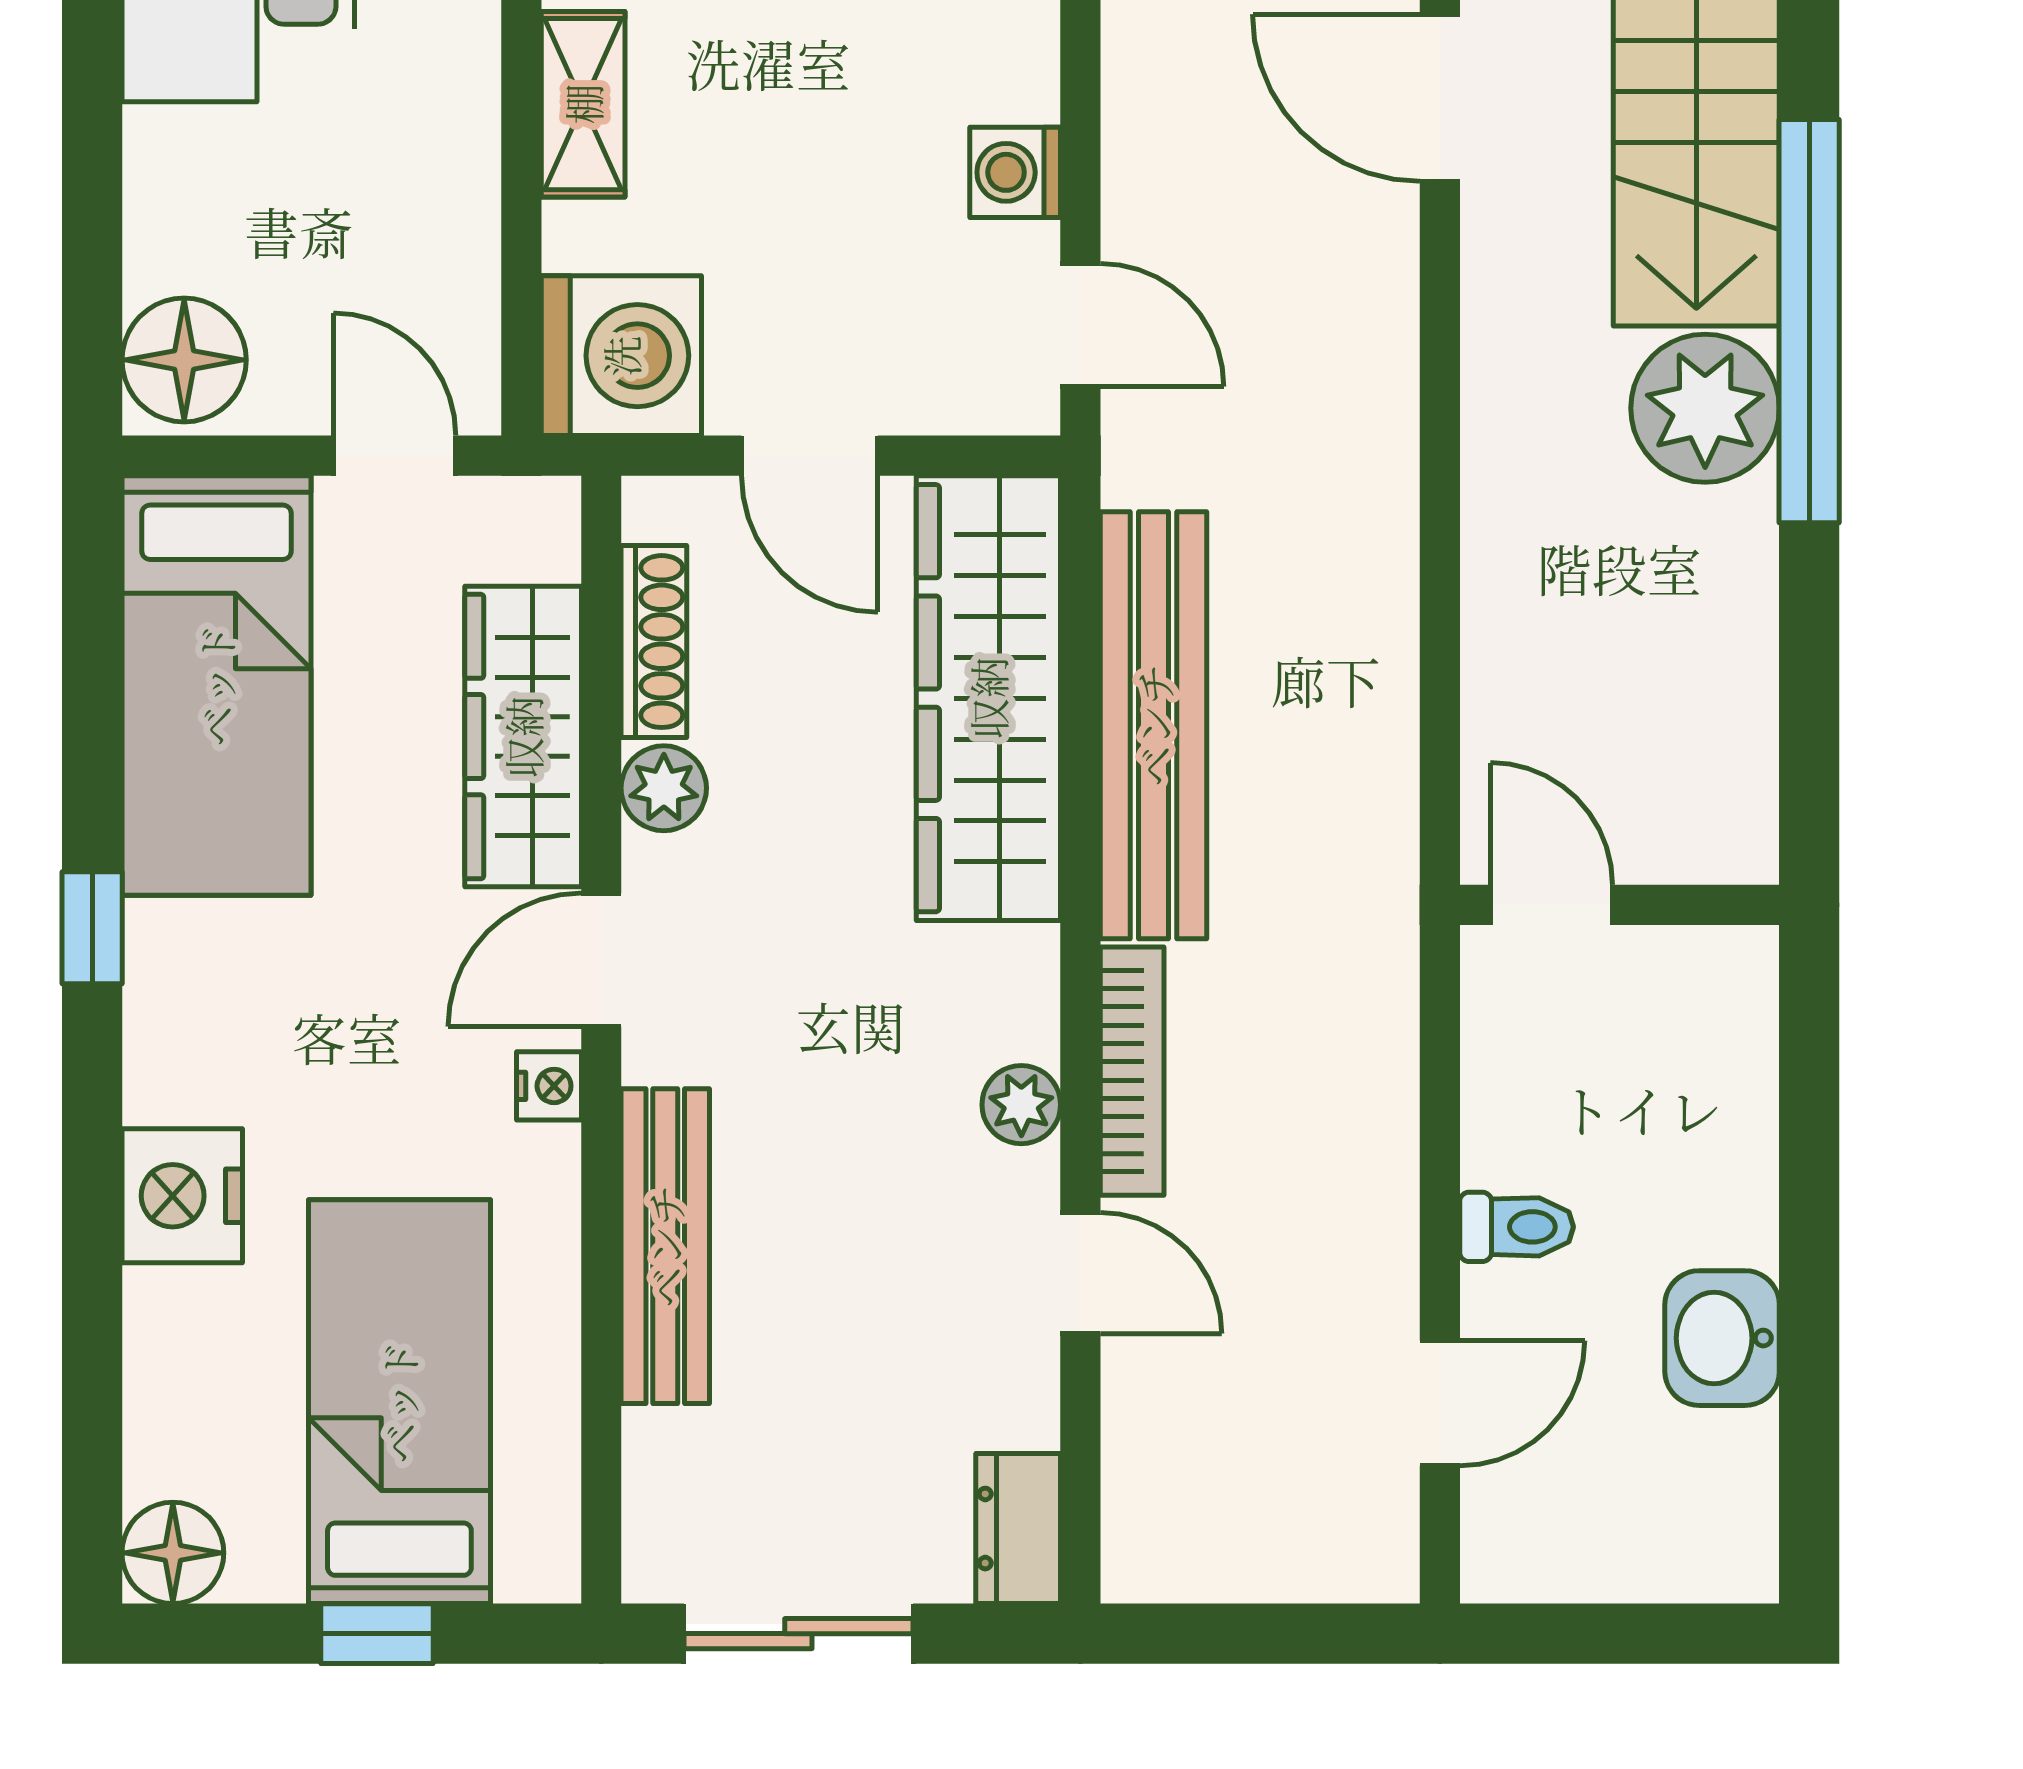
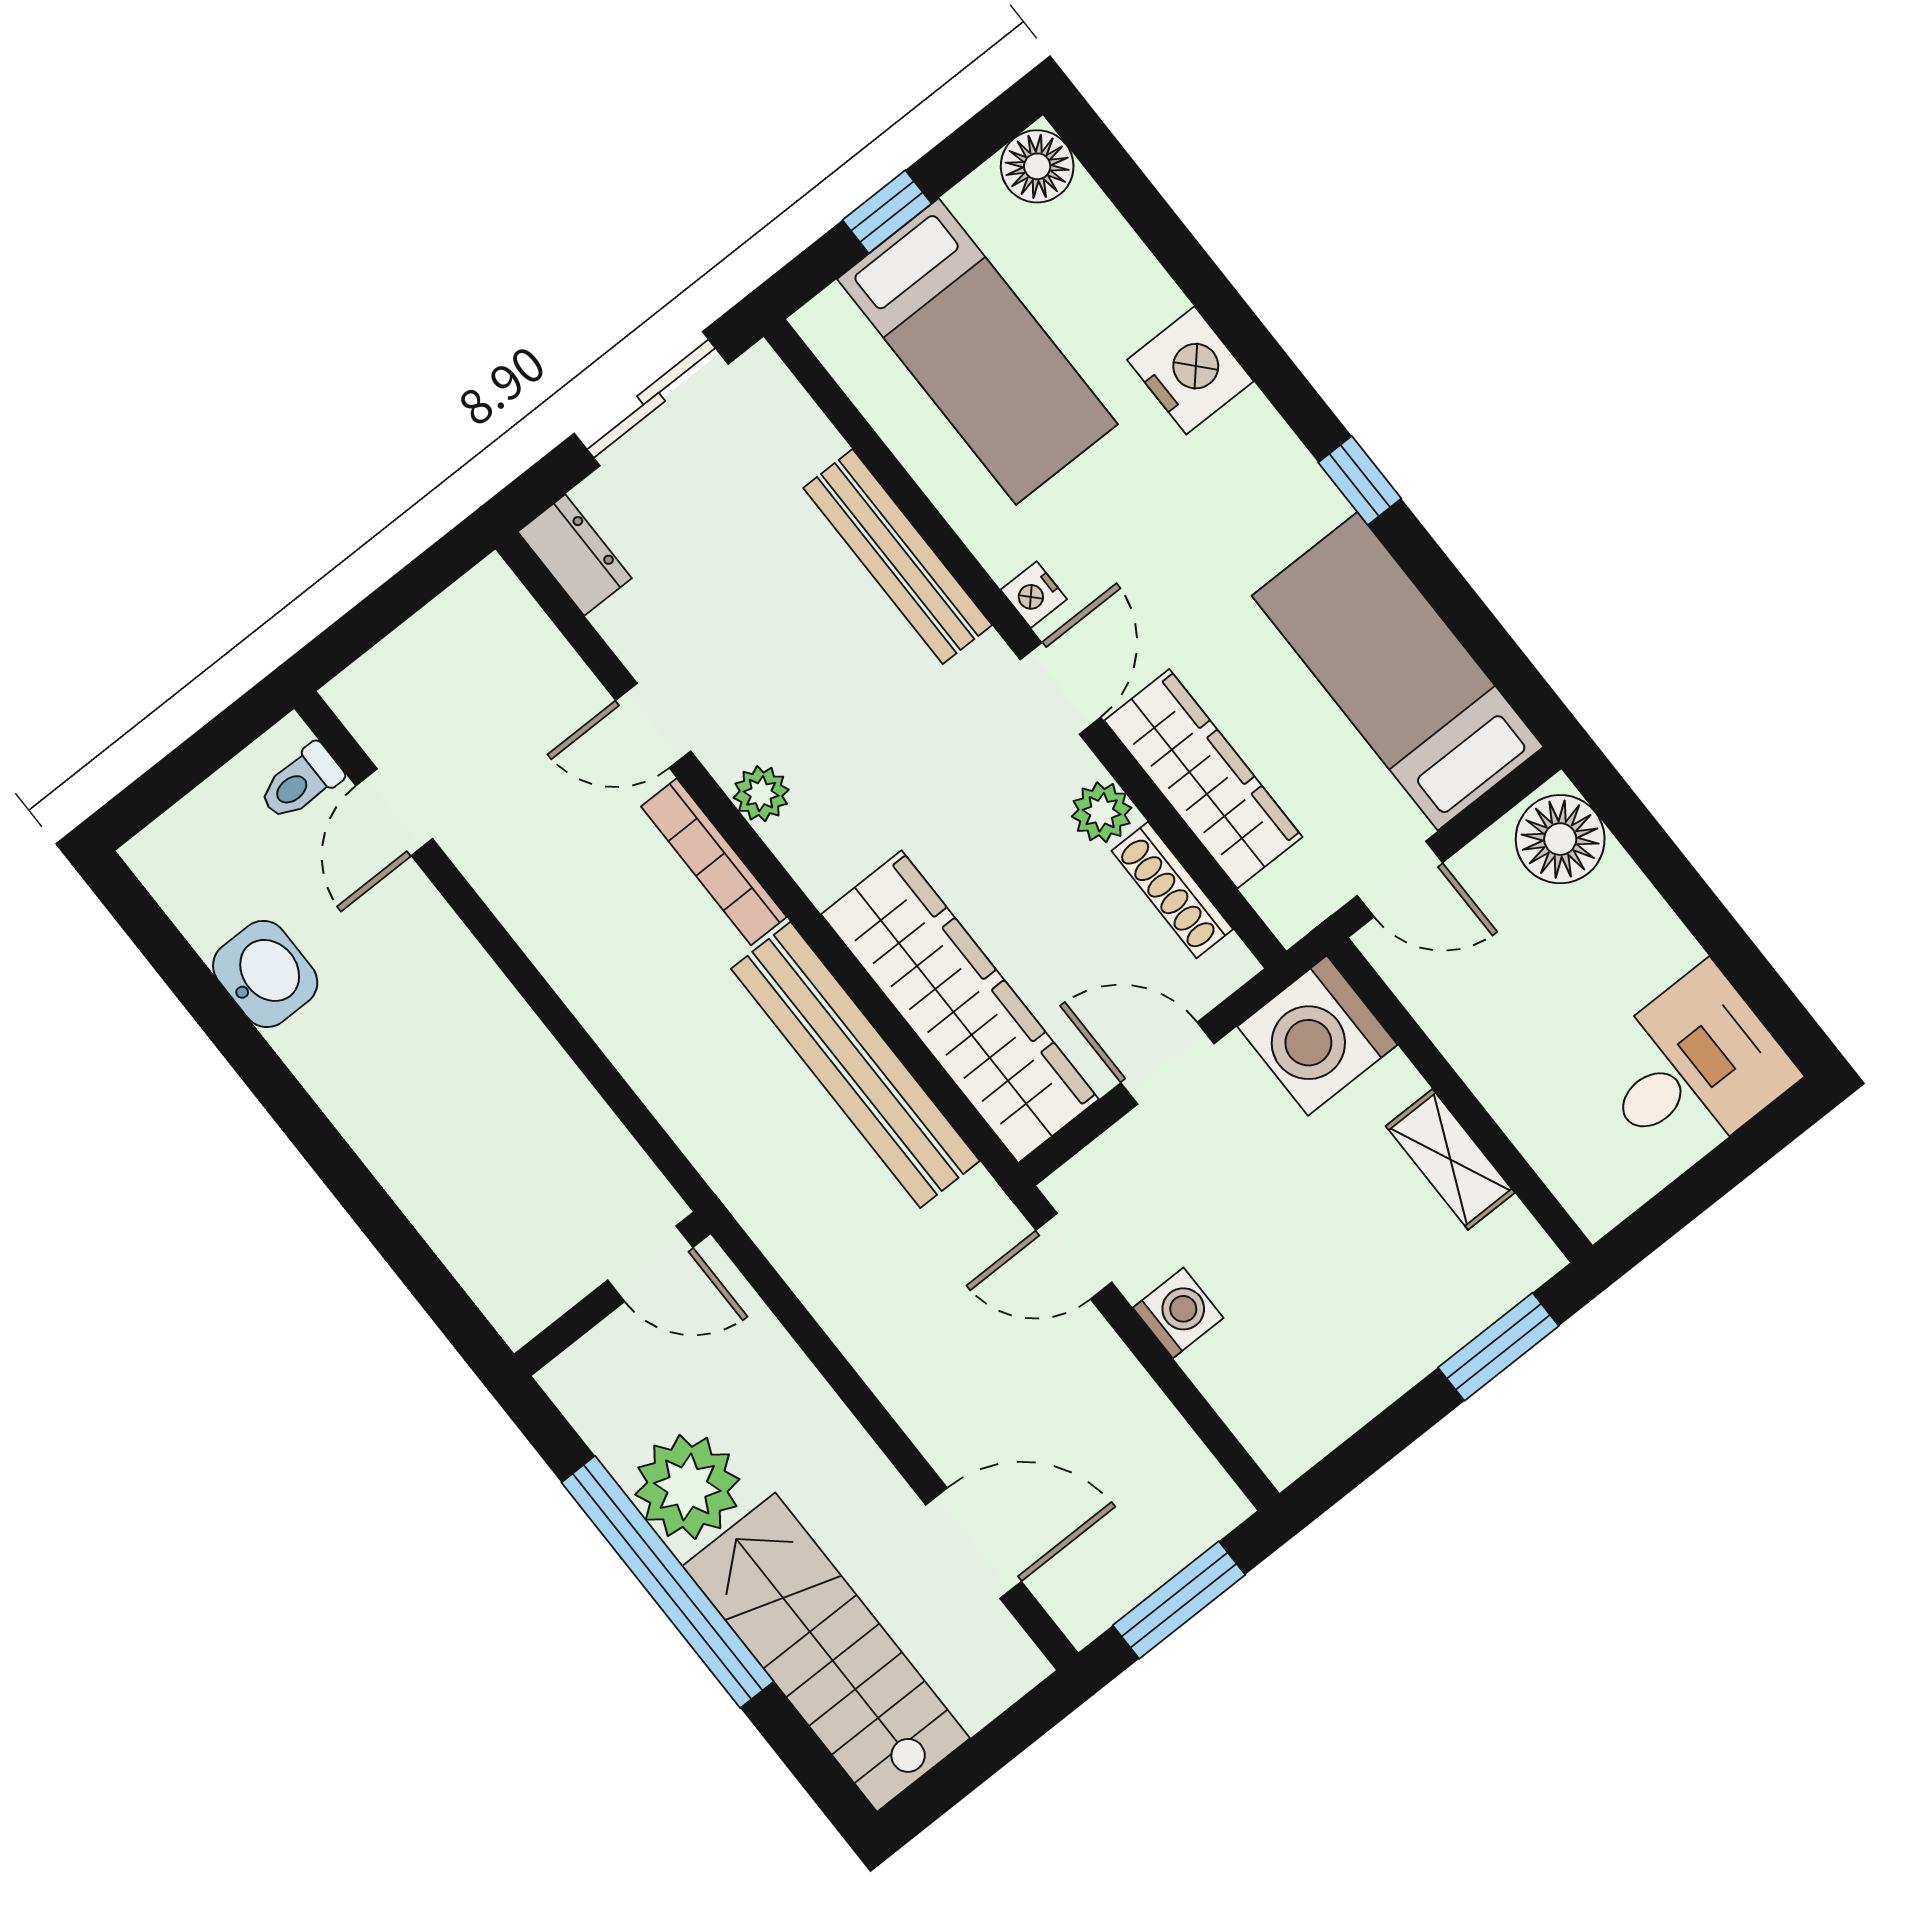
door: (1552, 905) -> (650, 1264), moved
wall: (1620, 905) -> (612, 1294), moved
toilet: (1517, 1227) -> (301, 782), moved

